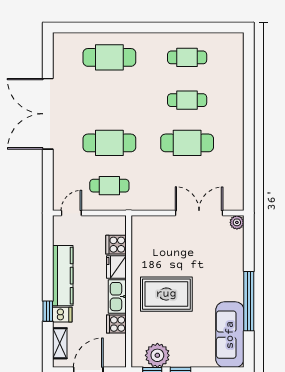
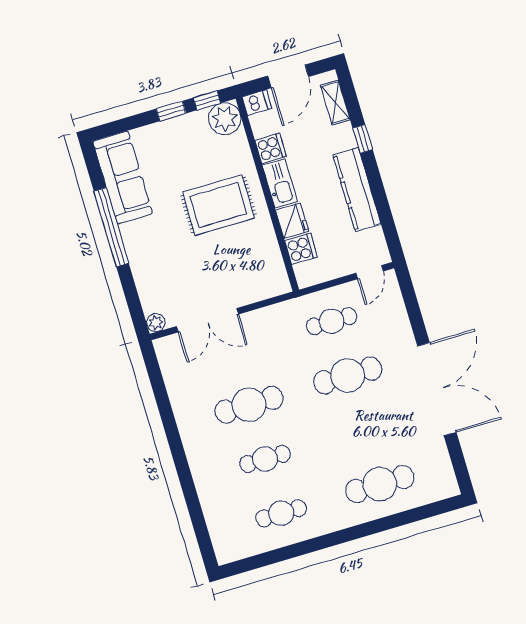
dishwasher: (62, 315) -> (257, 103), moved, turned 180
plant: (157, 355) -> (225, 119), moved

